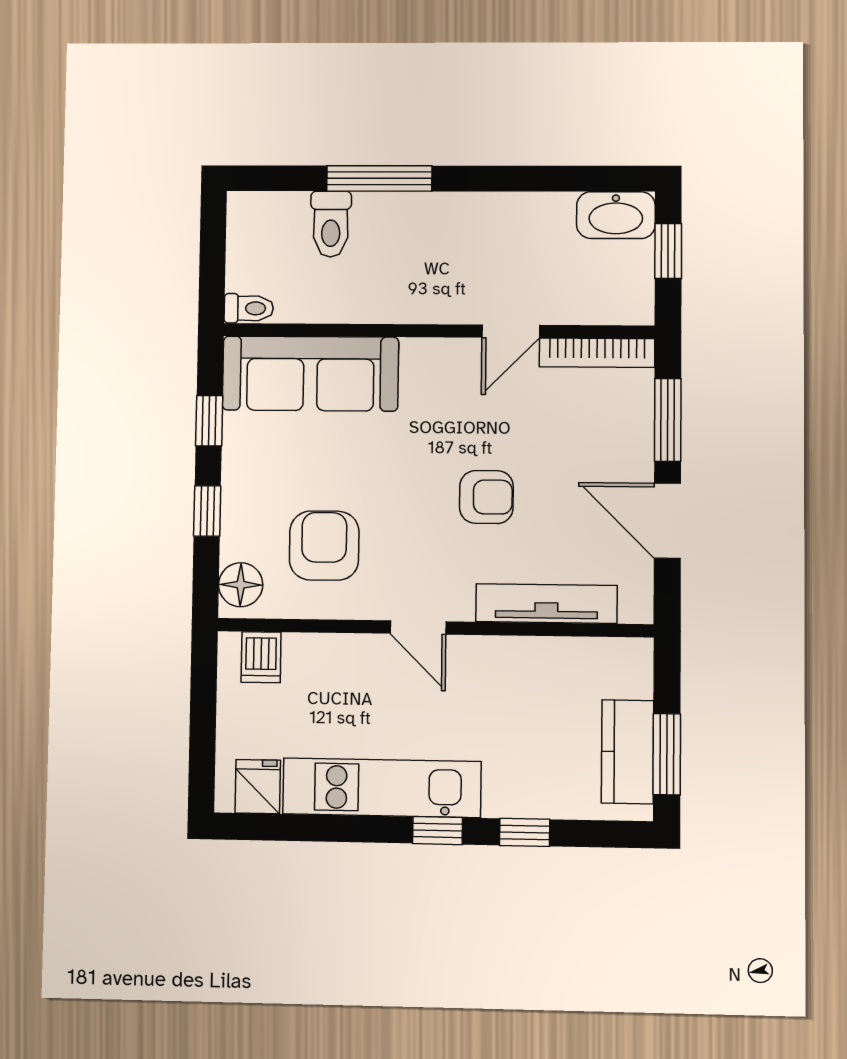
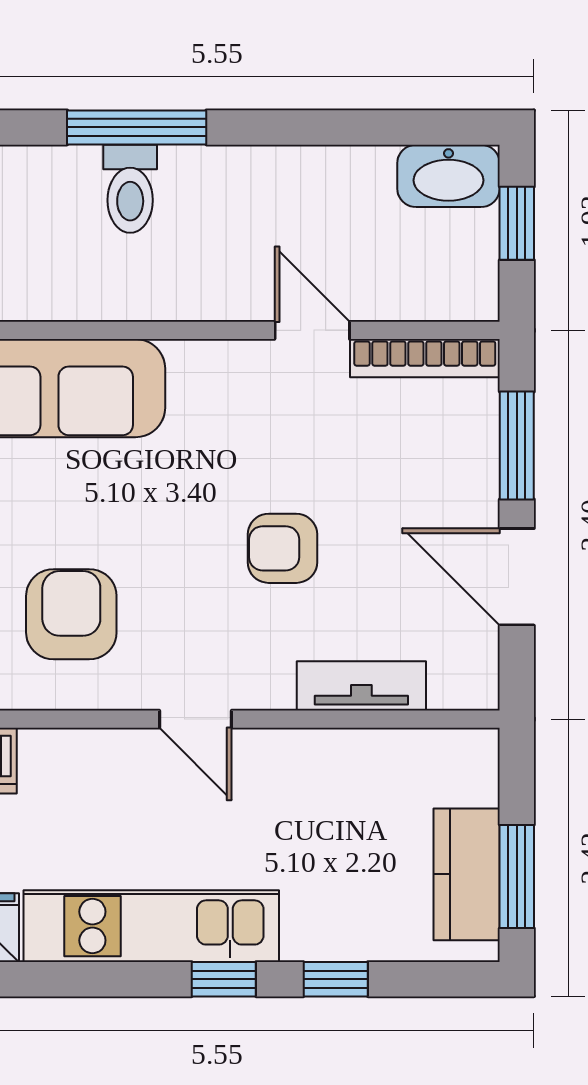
toilet: (331, 224) -> (130, 189), moved
door: (511, 331) -> (312, 330), swing flipped
armchair: (486, 497) -> (282, 548), turned 180
tv unit: (546, 604) -> (361, 686), width x0.71

